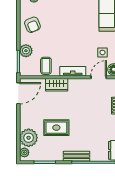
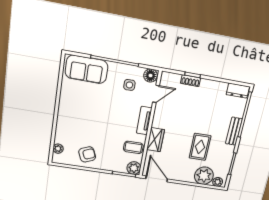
plant: (26, 51) -> (134, 168), moved
door: (99, 77) -> (156, 94), swing flipped

